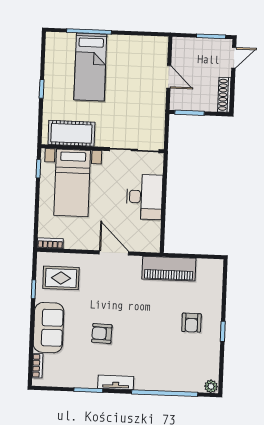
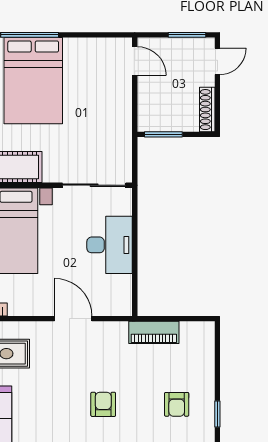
bed: (90, 67) -> (33, 81), width x1.50
door: (169, 77) -> (135, 61), moved
piano: (169, 269) -> (154, 332), width x0.73, depth x0.75
armchair: (102, 333) -> (103, 404), moved, turned 88

